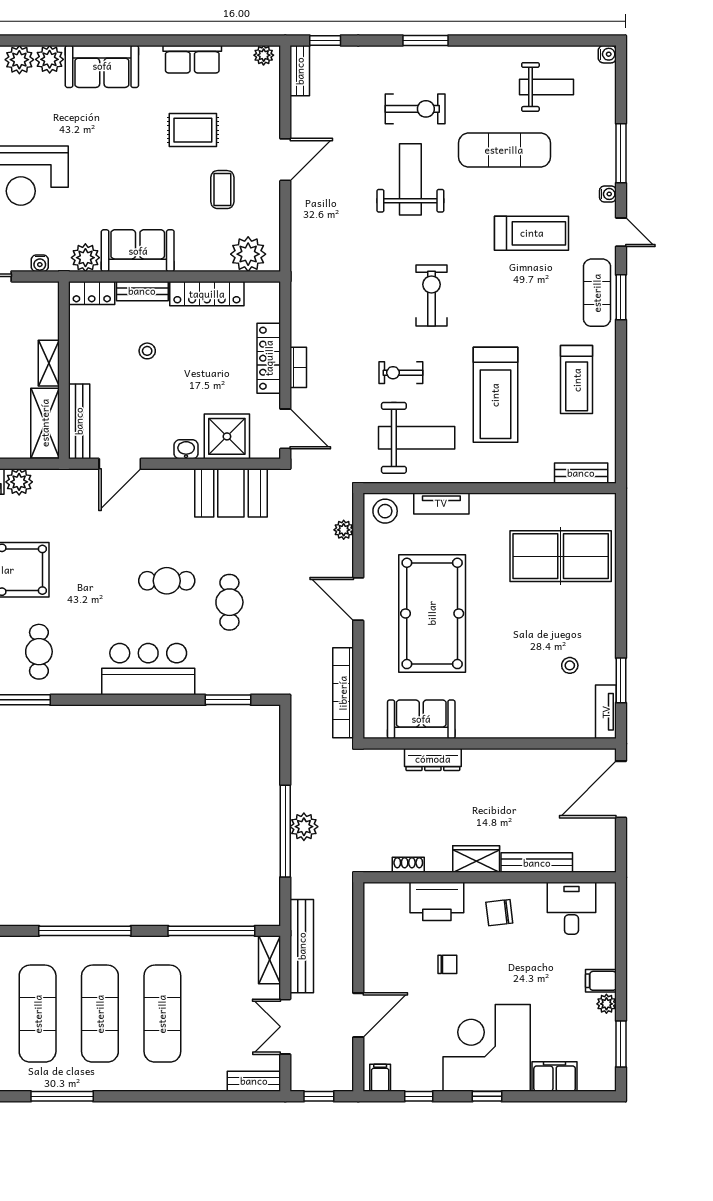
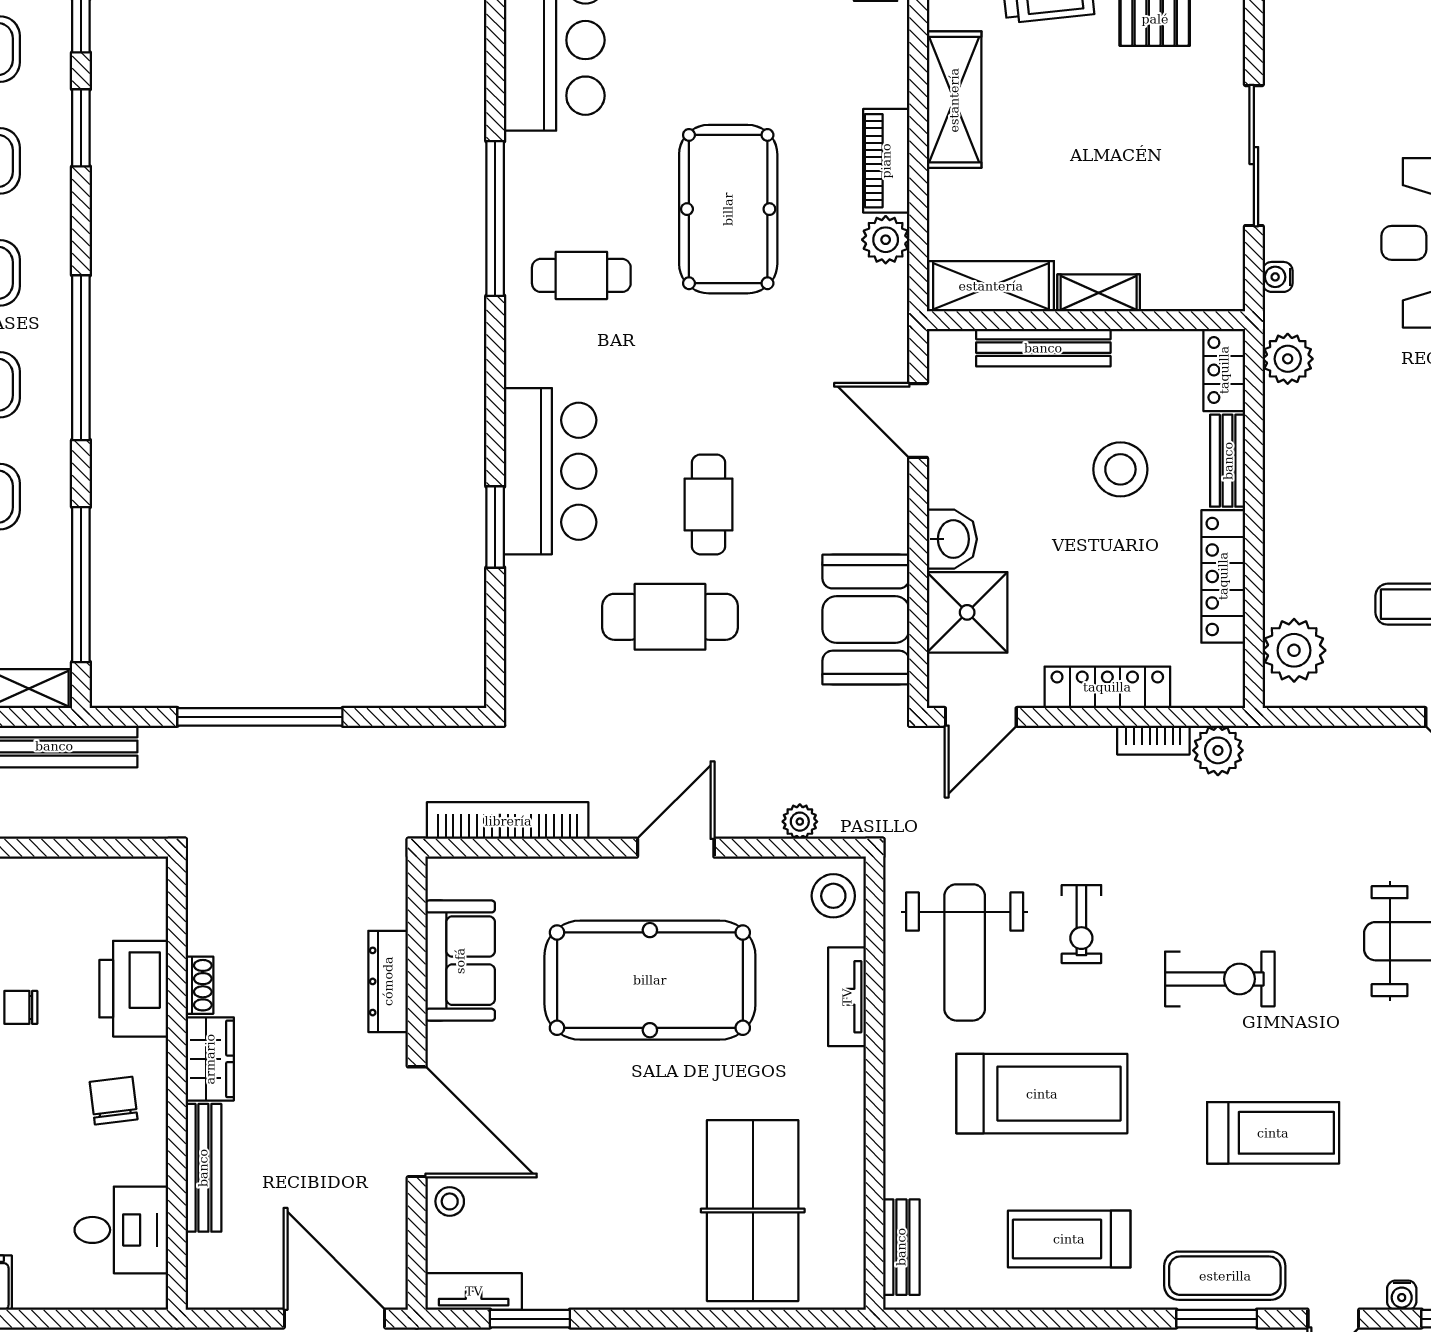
treadmill: (532, 233) -> (1273, 1133), moved, turned -90
sofa: (138, 251) -> (1300, 452), removed
stool: (147, 351) -> (1120, 469), width x1.89, depth x1.89
bookcase: (298, 367) -> (1153, 740), moved
exercise bike: (401, 373) -> (1081, 924), turned 180
treadmill: (495, 395) -> (1042, 1094), turned 180
bench: (79, 421) -> (1043, 348), moved
washbasin: (186, 449) -> (952, 539), width x1.38, depth x1.45
cafe table: (229, 602) -> (670, 617), width x1.37, depth x1.35
stool: (570, 665) -> (450, 1201), moved
window: (228, 700) -> (495, 527), moved
door: (511, 744) -> (417, 1122), added
plant: (304, 827) -> (1218, 750), moved
shoe rack: (408, 865) -> (199, 985), moved
chair: (447, 964) -> (21, 1007), turned 90

